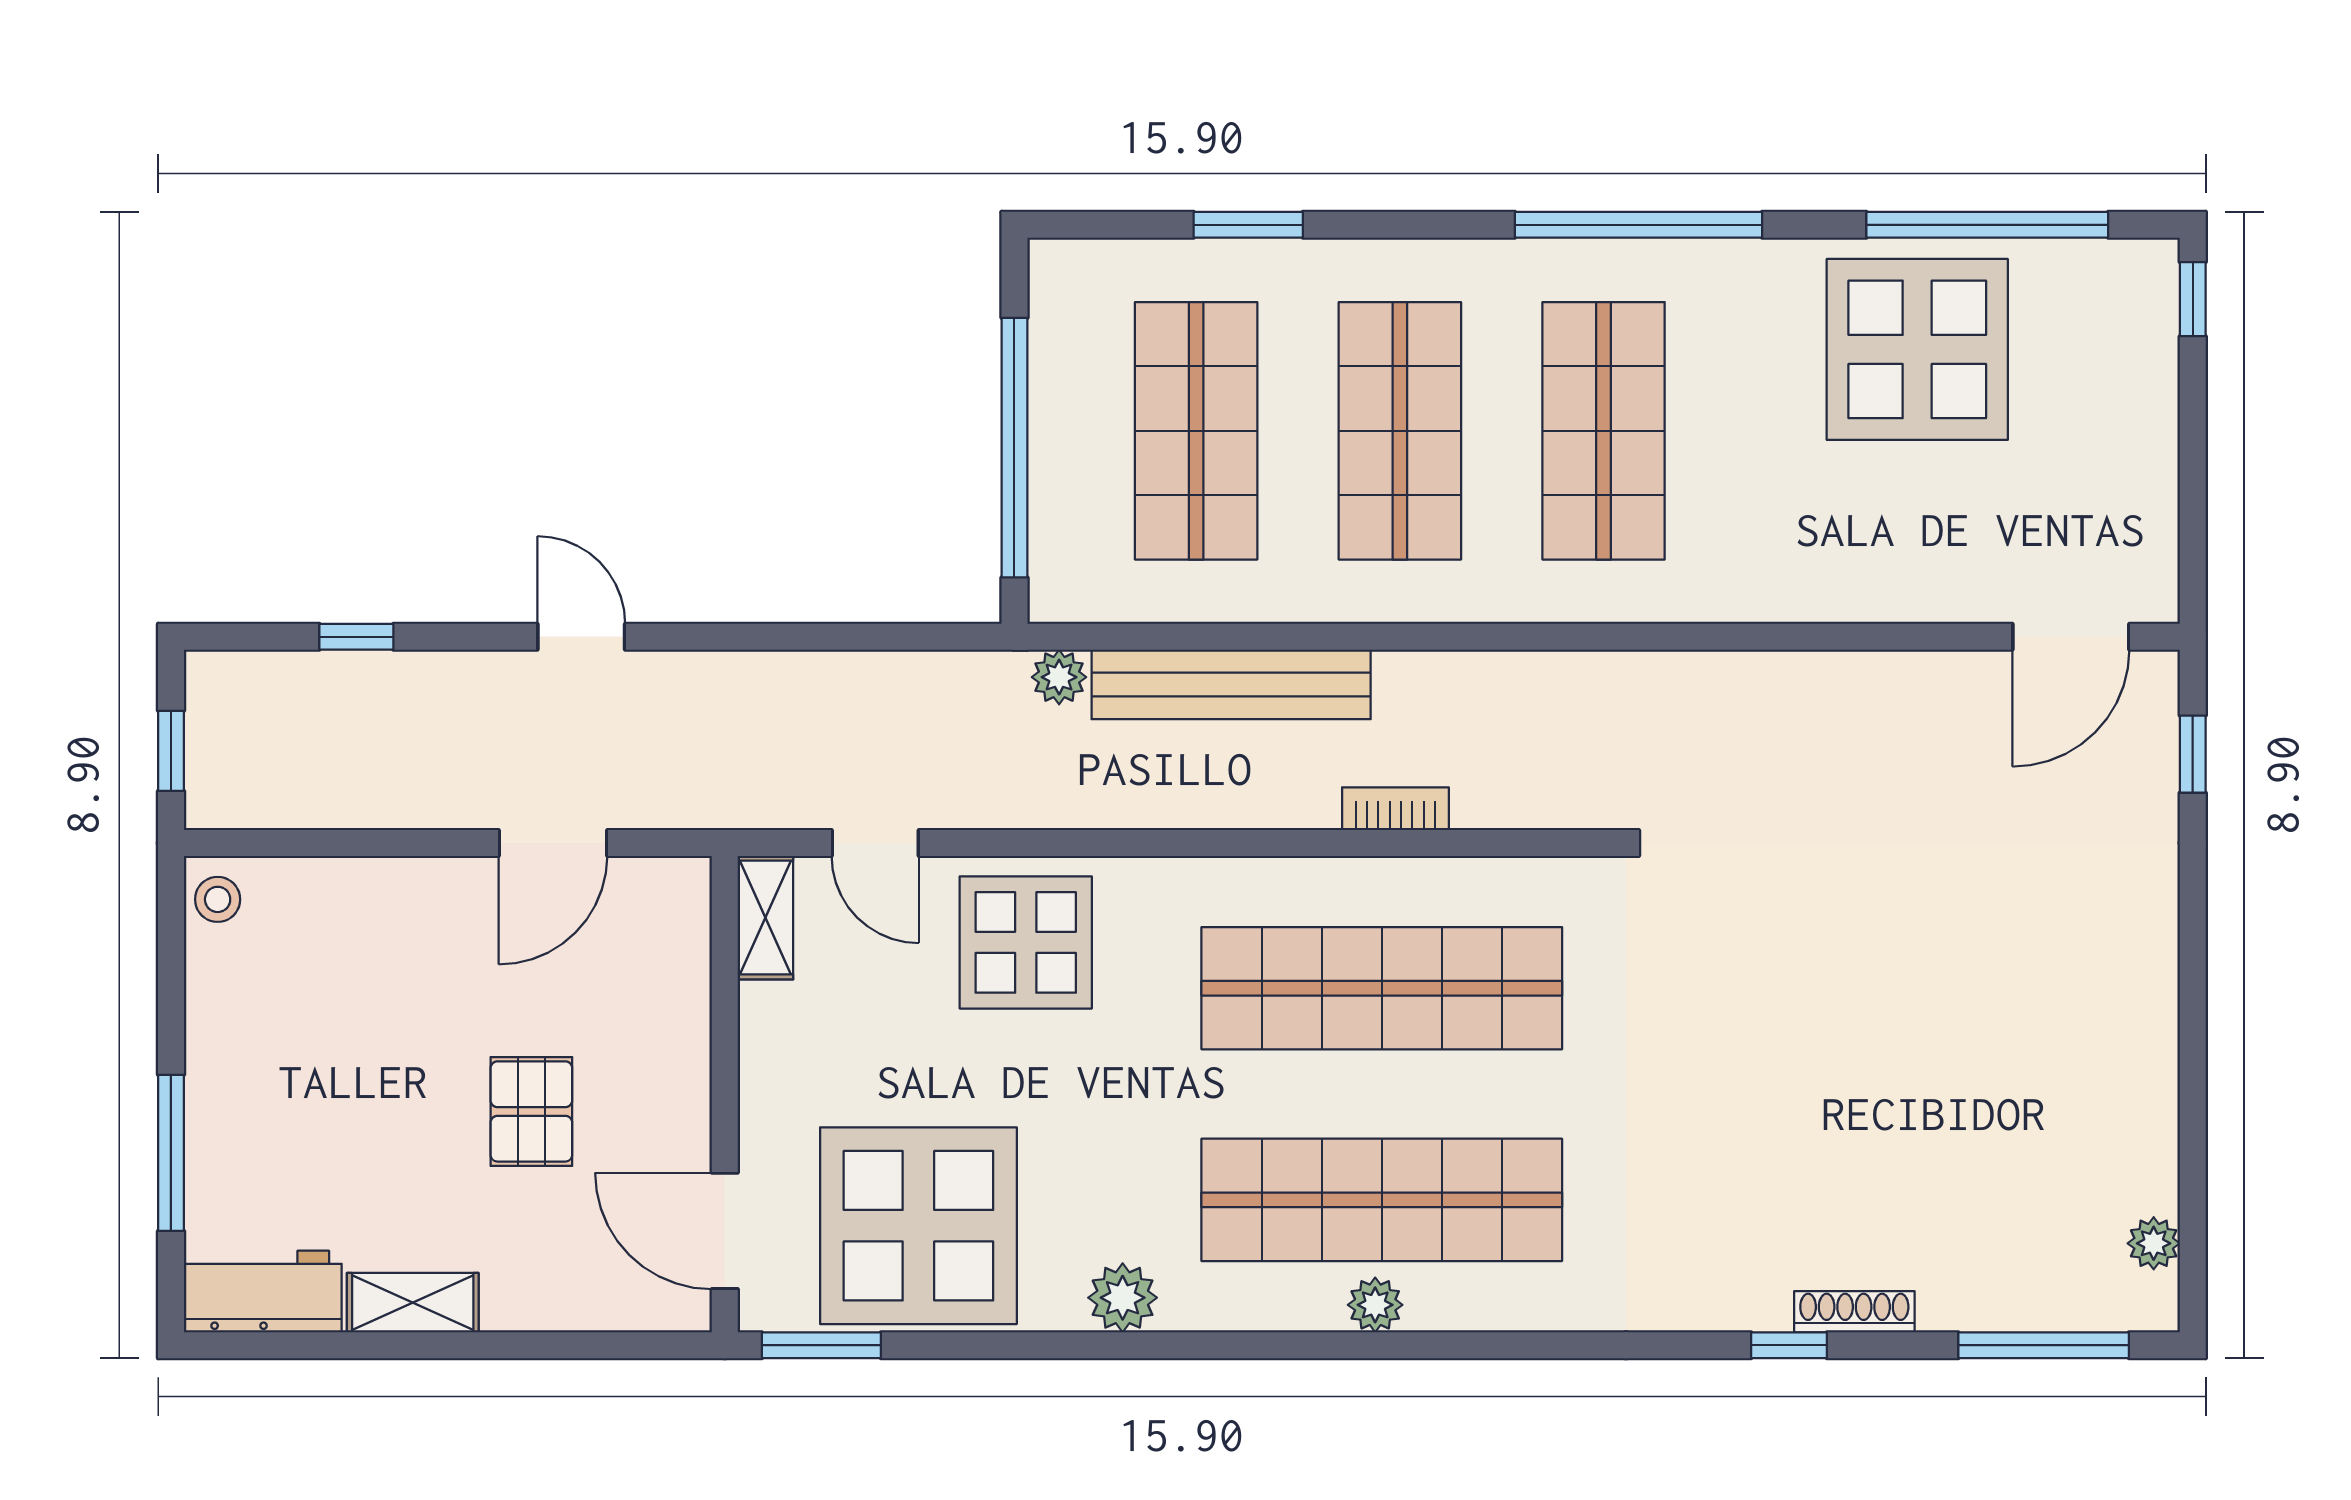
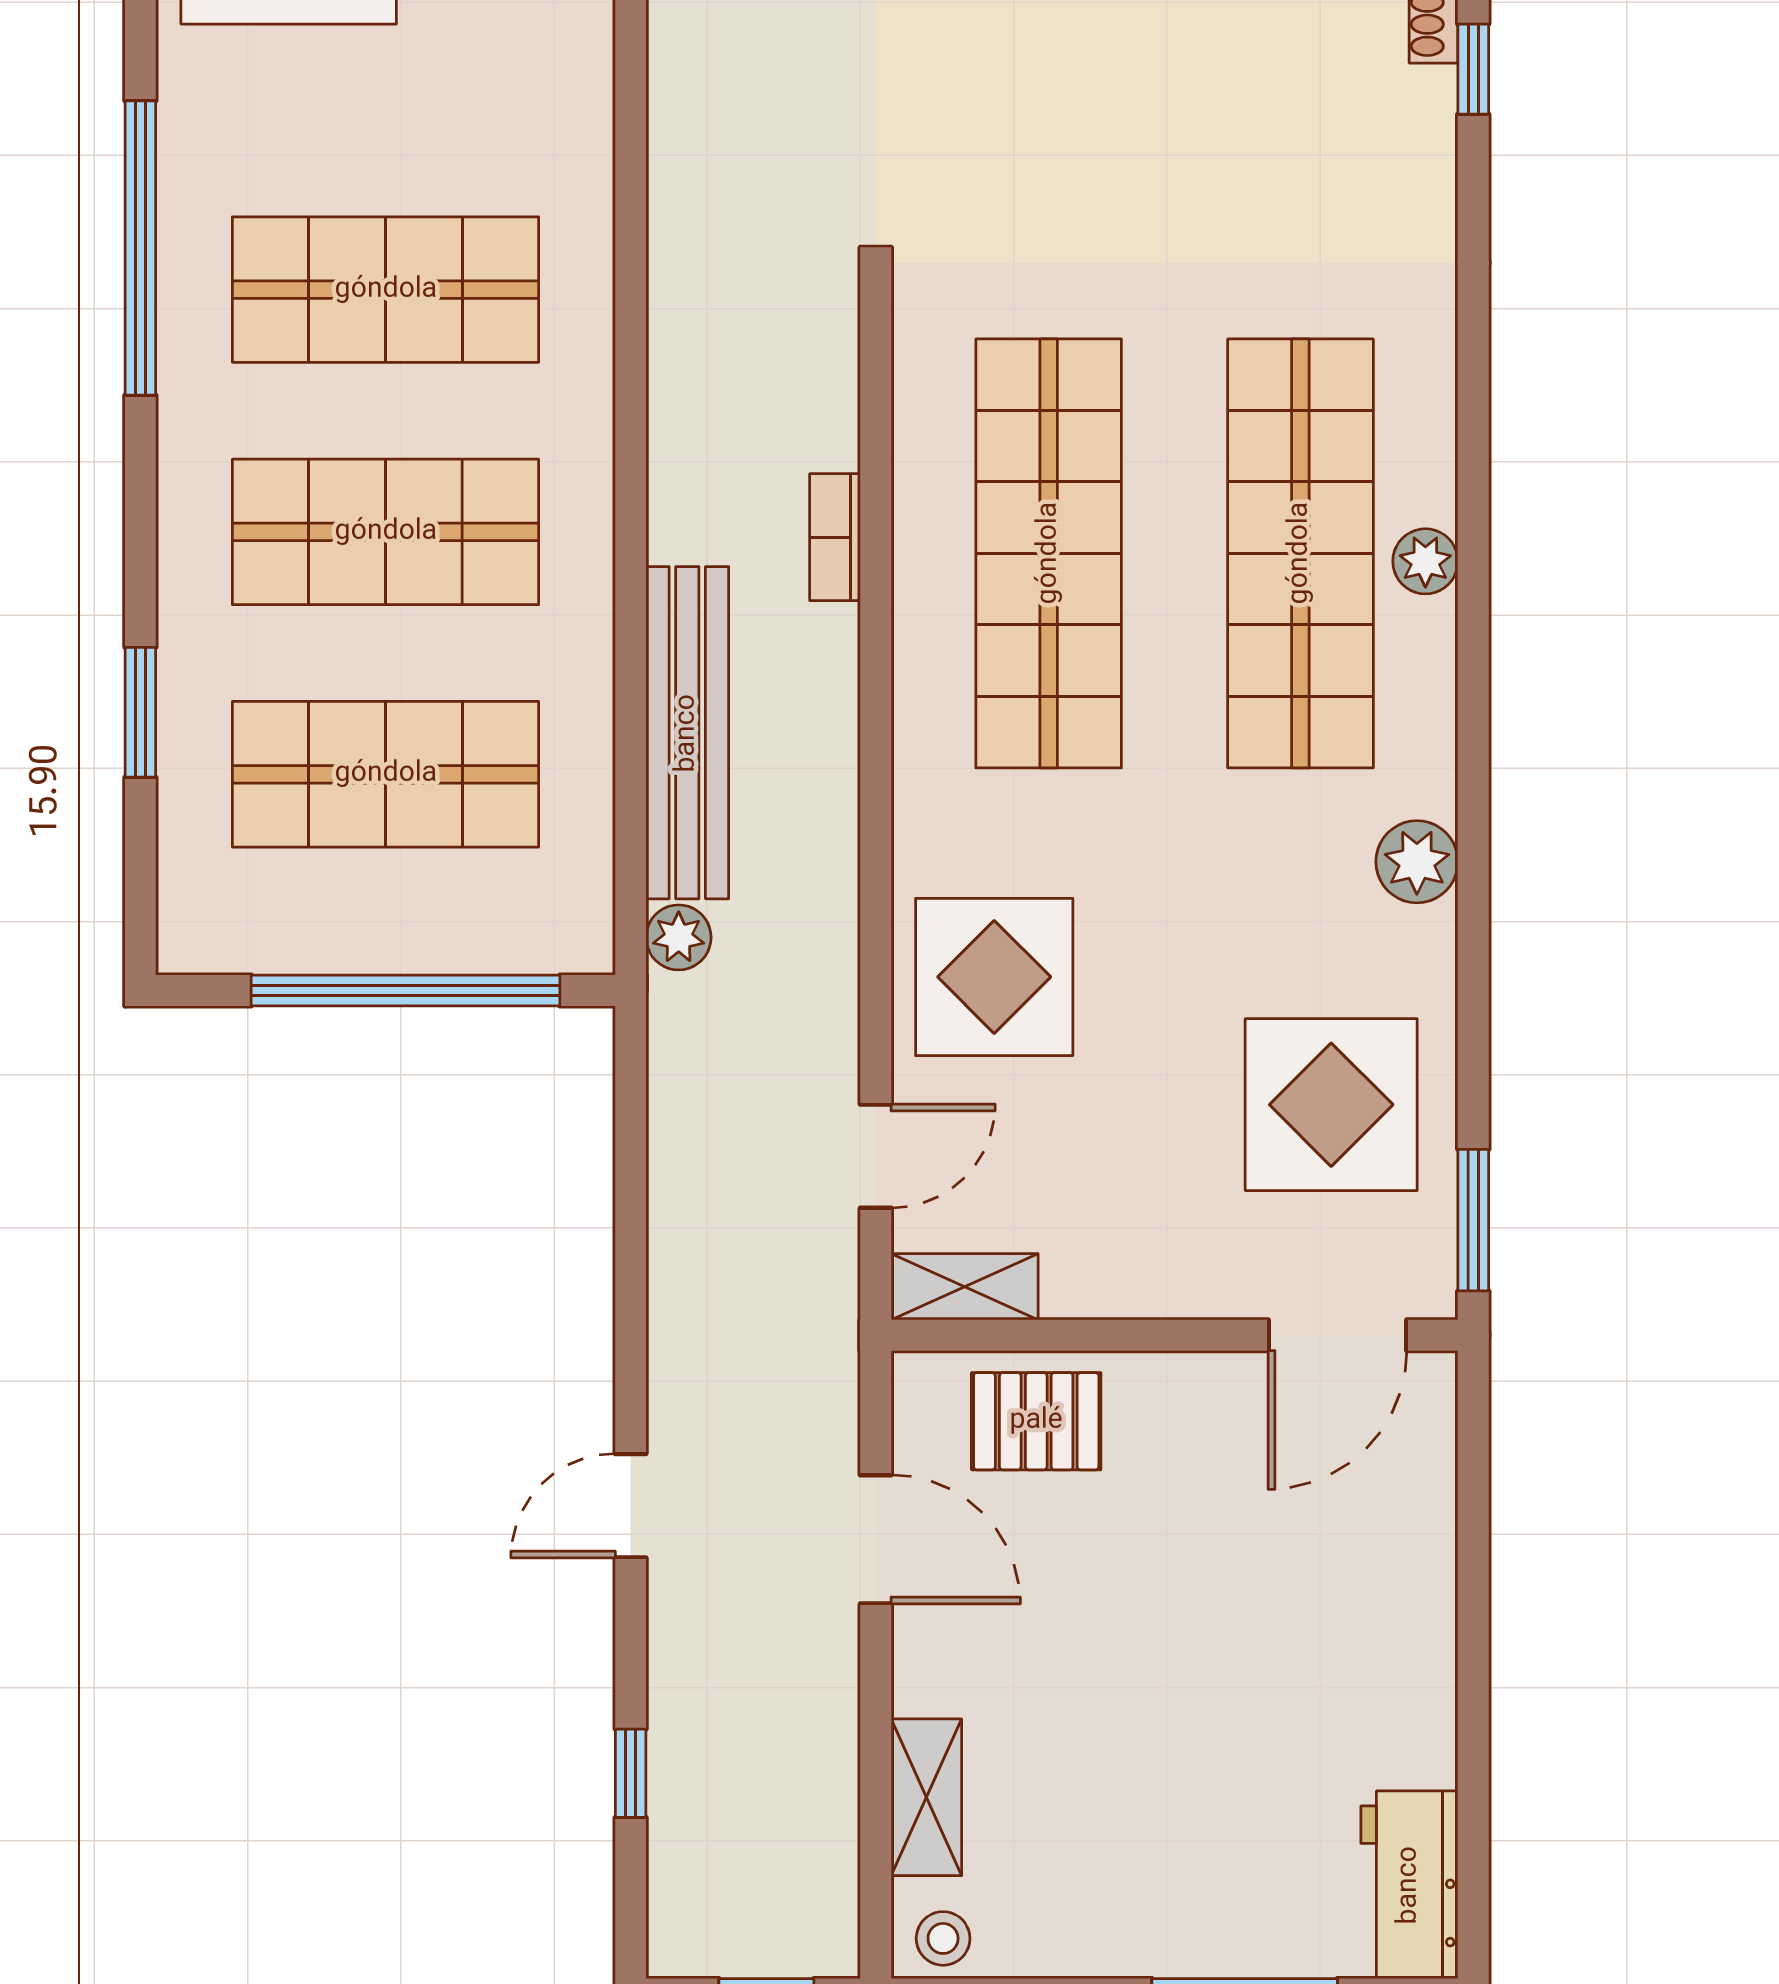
pallet: (531, 1111) -> (1036, 1421), moved
display table: (918, 1226) -> (1331, 1105), width x0.73, depth x0.73
shelving: (413, 1303) -> (926, 1797), moved

